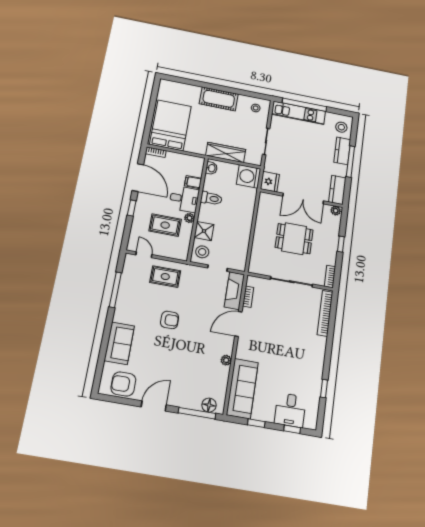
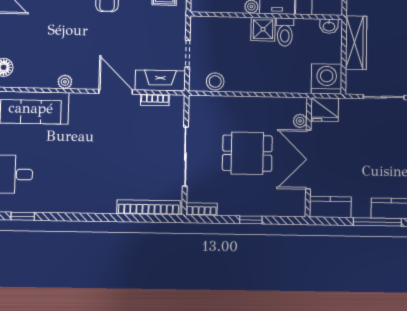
plant: (336, 211) -> (300, 121), moved
shower: (204, 231) -> (263, 29), moved
dining table: (294, 239) -> (247, 153), turned 90
stool: (202, 252) -> (215, 81), moved
window: (324, 389) -> (23, 216), moved

